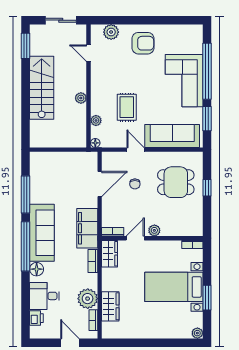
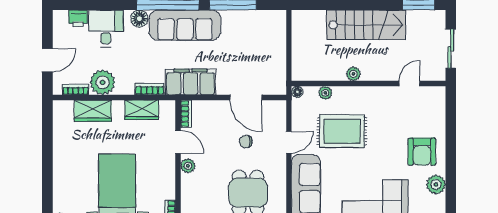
plant: (111, 32) -> (436, 184), moved
rug: (127, 107) -> (342, 131), width x1.36, depth x1.43
wardrobe: (110, 254) -> (142, 110), moved

